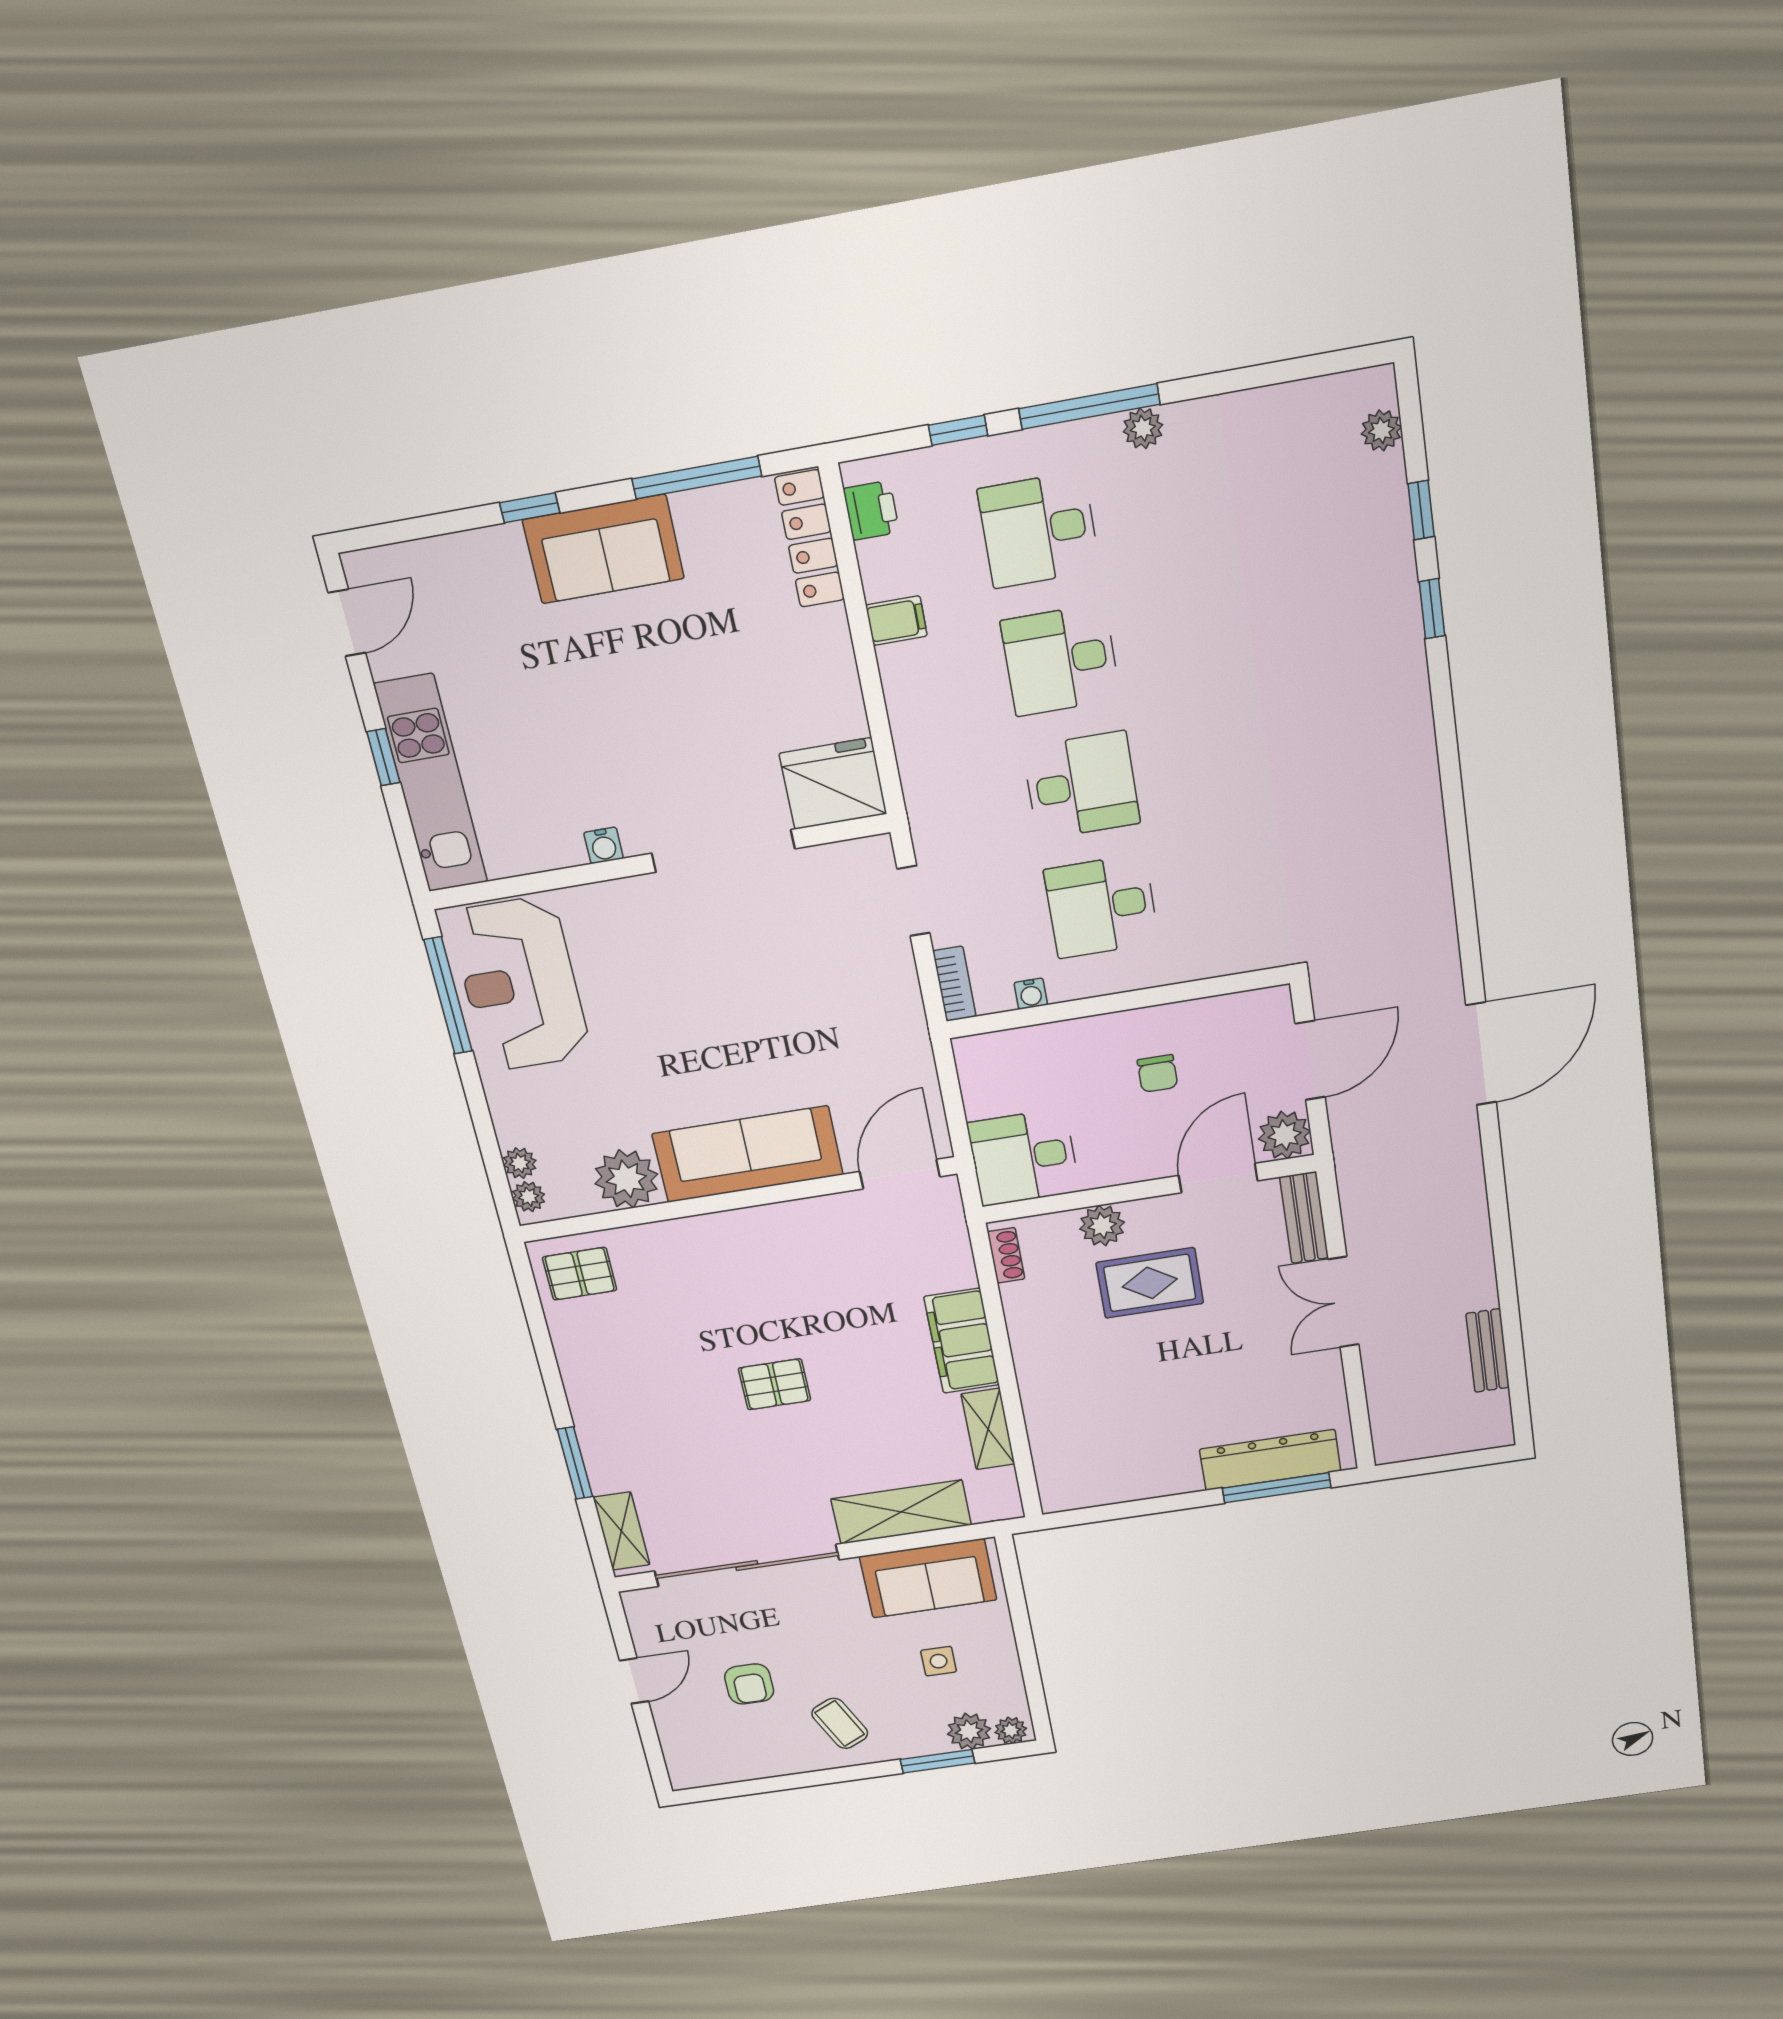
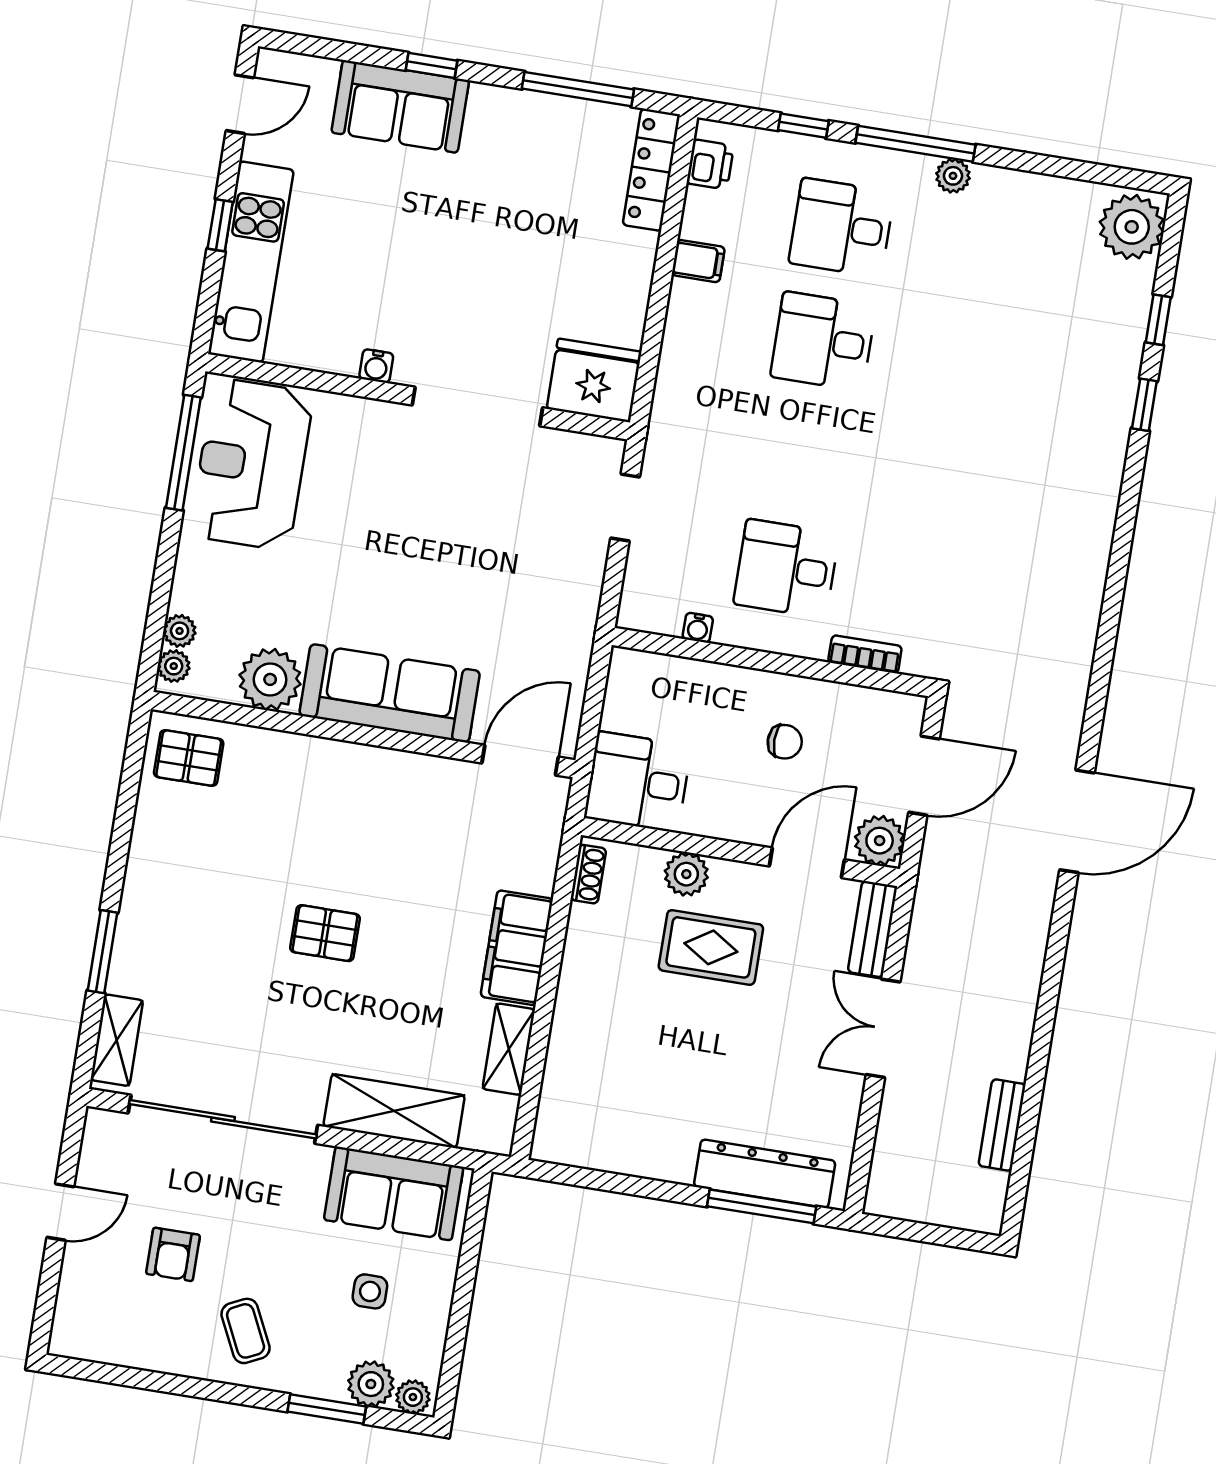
plant: (1381, 430) -> (1132, 227), width x1.88, depth x1.88
sofa: (603, 549) -> (400, 106), moved
desk: (1081, 786) -> (805, 455), removed
bookcase: (954, 984) -> (865, 654), moved, turned -90
chair: (1157, 1073) -> (785, 742), turned -90

